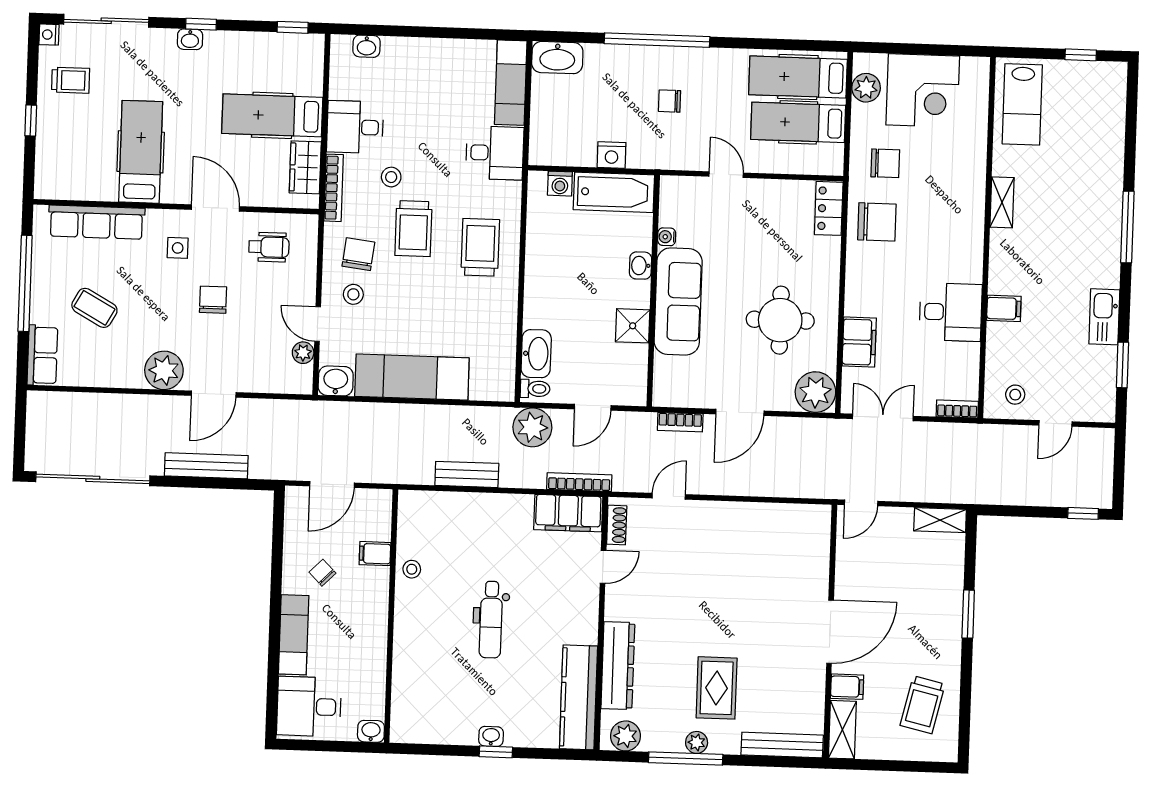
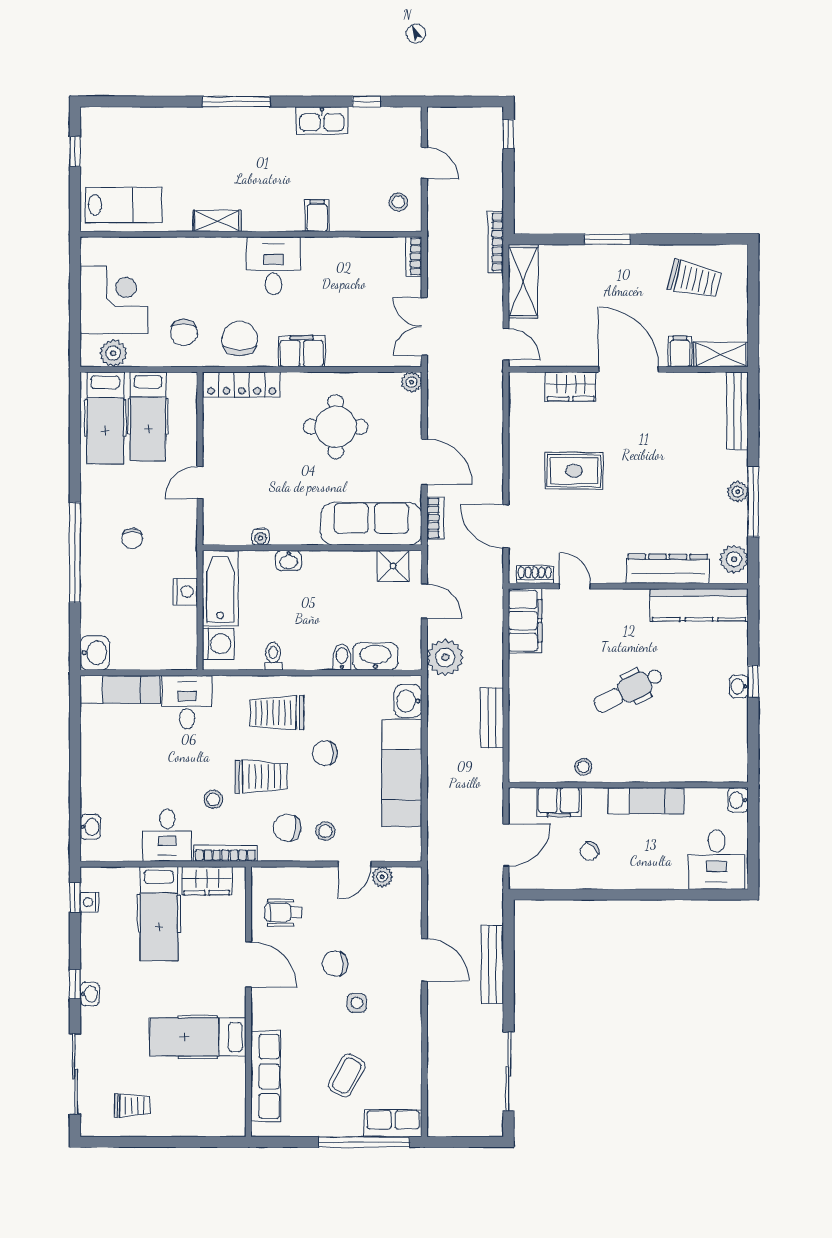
nightstand: (49, 35) -> (89, 902), moved, turned 90
washbasin: (557, 58) -> (95, 653), width x0.72
trolley: (71, 80) -> (132, 1106), turned 90
window: (31, 121) -> (172, 1142), removed
chair: (885, 163) -> (184, 333), turned 180
washing machine: (560, 184) -> (218, 644), width x1.38, depth x1.38
door: (215, 208) -> (248, 964), swing flipped
locker: (829, 208) -> (242, 385), width x1.53
wheelchair: (269, 247) -> (283, 912), turned -90
side table: (178, 248) -> (357, 1003), moved
window: (25, 283) -> (364, 1142), moved
chair: (436, 297) -> (325, 753), added
sofa: (678, 301) -> (371, 524), moved
desk: (951, 312) -> (273, 266), moved
bidet: (537, 318) -> (342, 657), added
shower: (633, 326) -> (393, 566), moved
filing cabinet: (859, 342) -> (302, 351), moved
window: (1123, 365) -> (367, 102), width x0.67
plant: (164, 370) -> (404, 1008), removed
washbasin: (336, 381) -> (408, 701), moved
toilet: (535, 389) -> (273, 656), moved
plant: (815, 392) -> (412, 382), width x0.53, depth x0.53
sliding door: (93, 479) -> (508, 1071), width x0.73
bookcase: (579, 482) -> (495, 242), moved
door: (332, 484) -> (506, 845), hinge flipped
door: (669, 496) -> (506, 526), width x1.38
shelving: (940, 520) -> (523, 281), width x1.50, depth x1.33
filing cabinet: (375, 554) -> (559, 802), width x2.00
wardrobe: (814, 570) -> (571, 386), added
dental chair: (491, 620) -> (628, 690), turned 153
exam couch: (294, 635) -> (646, 801), moved, turned 180
rug: (717, 688) -> (574, 471), moved

